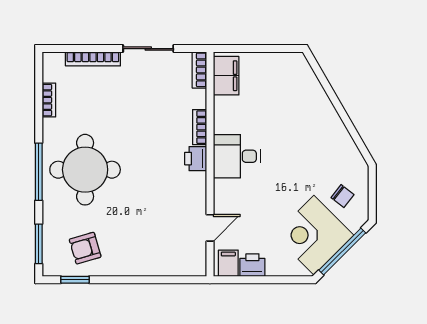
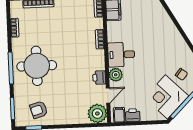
printer: (196, 159) -> (99, 78), moved
plant: (225, 192) -> (116, 75), added
plant: (190, 259) -> (97, 113), added

